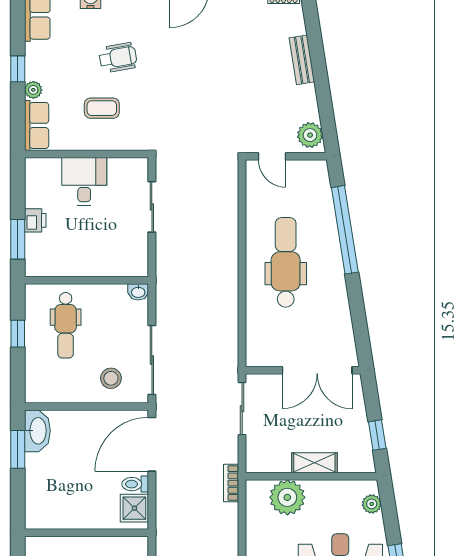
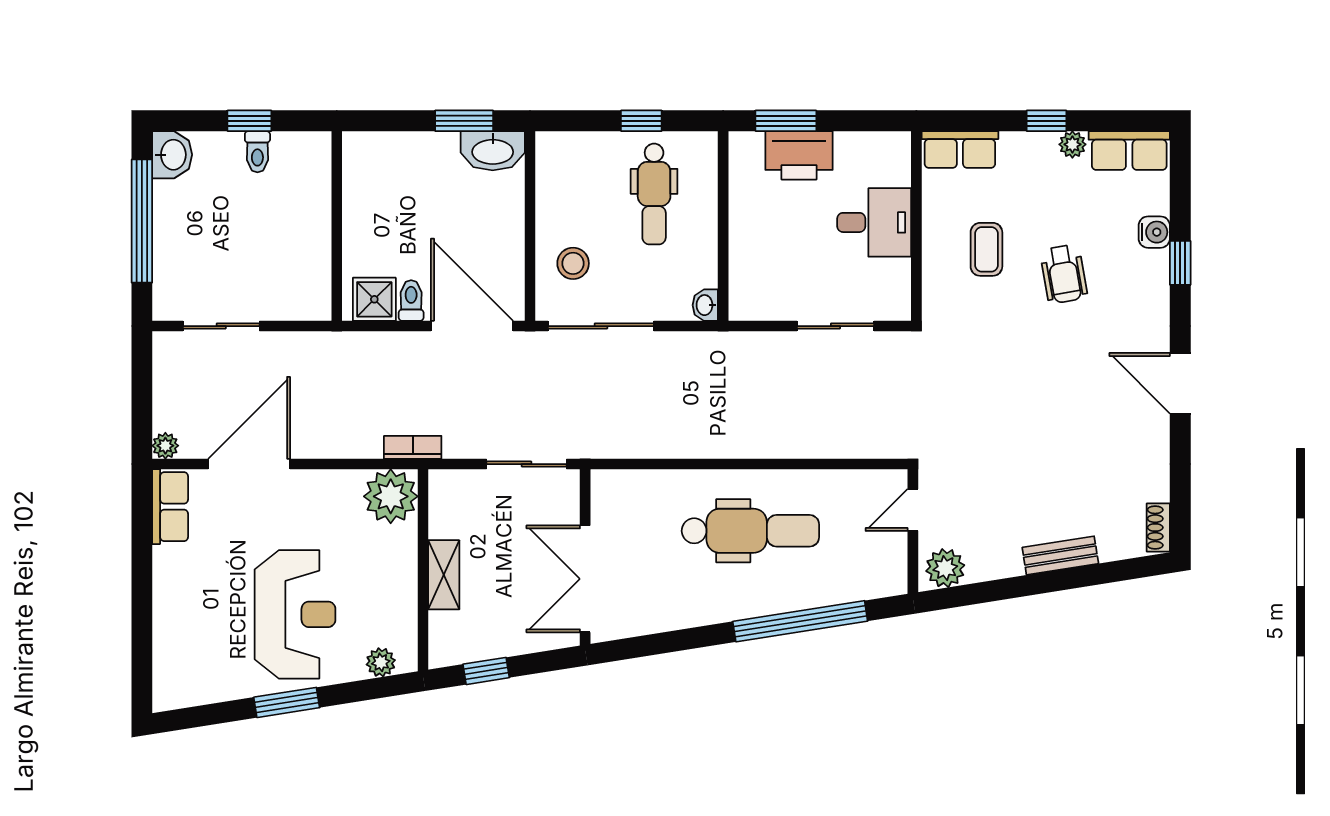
plant: (33, 90) -> (1072, 144), moved
printer: (35, 220) -> (799, 155), width x1.87, depth x1.48
dental chair: (66, 325) -> (654, 194), turned -90
plant: (287, 497) -> (391, 496), moved

